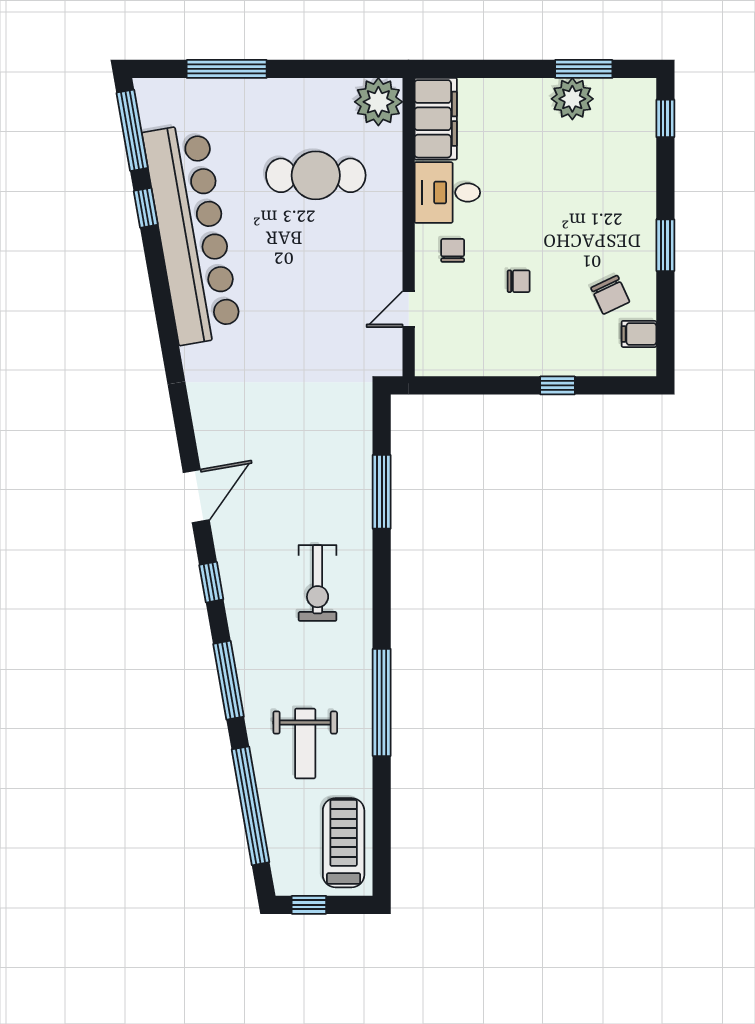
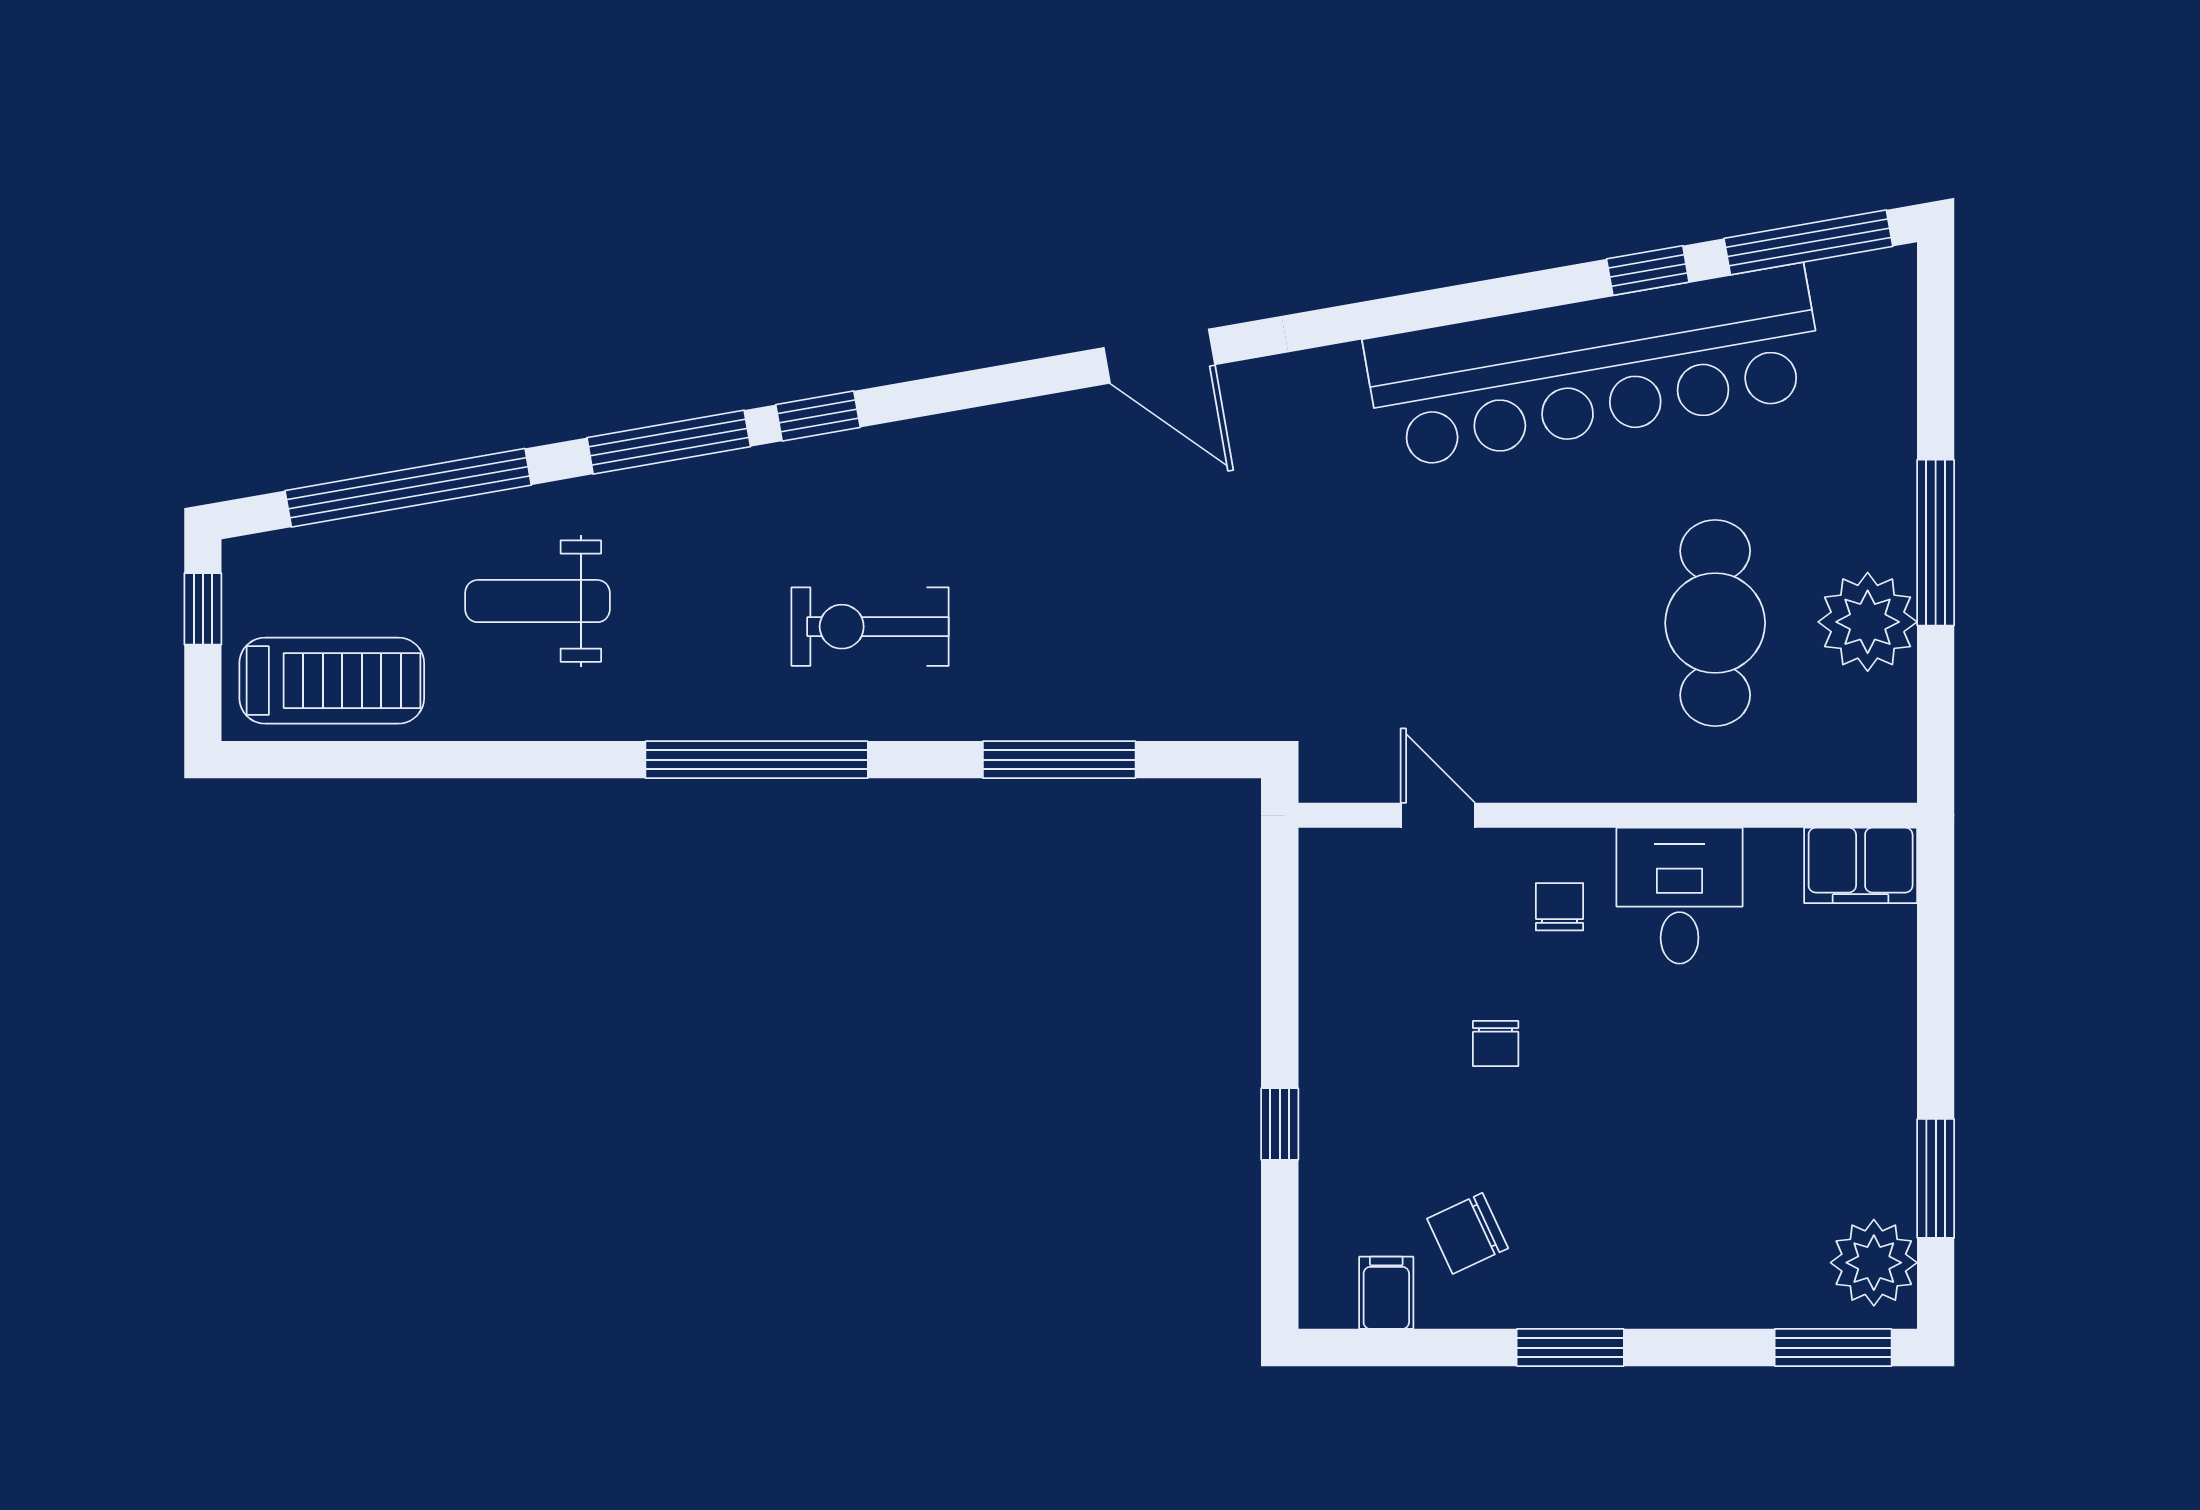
window: (227, 69) -> (1936, 543), moved
plant: (572, 99) -> (1874, 1263), moved
plant: (378, 102) -> (1868, 622), moved
window: (665, 118) -> (1833, 1348), width x1.50
filing cabinet: (436, 119) -> (1861, 865), width x0.67, depth x0.86
chair: (453, 250) -> (1559, 907), turned -90
door: (196, 496) -> (1159, 356), moved
window: (211, 582) -> (818, 416), moved
window: (382, 702) -> (757, 760), moved

